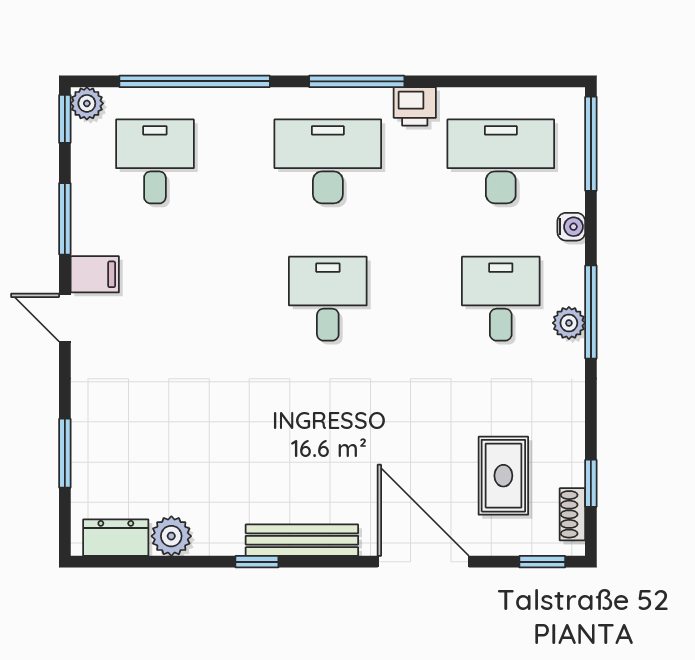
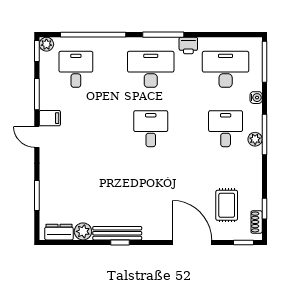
bench: (302, 540) -> (117, 233), moved

